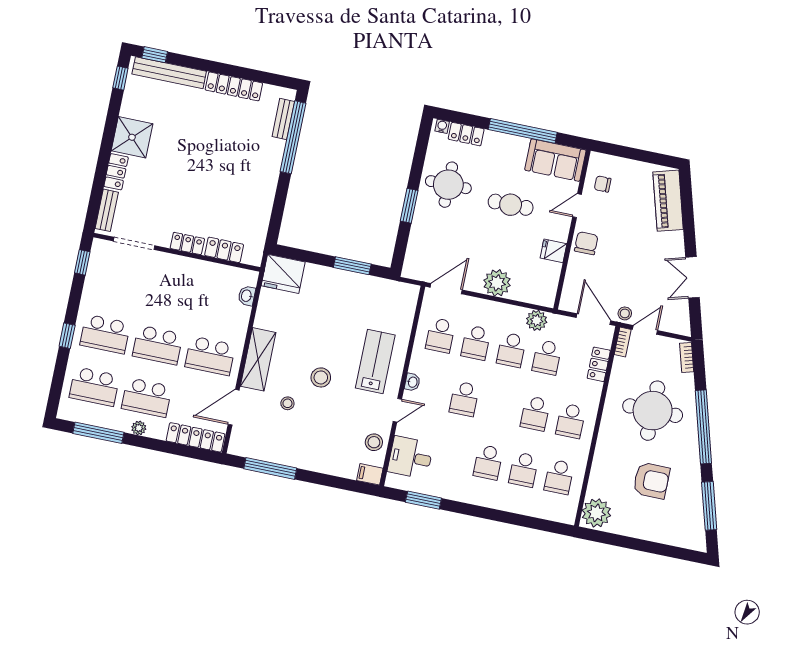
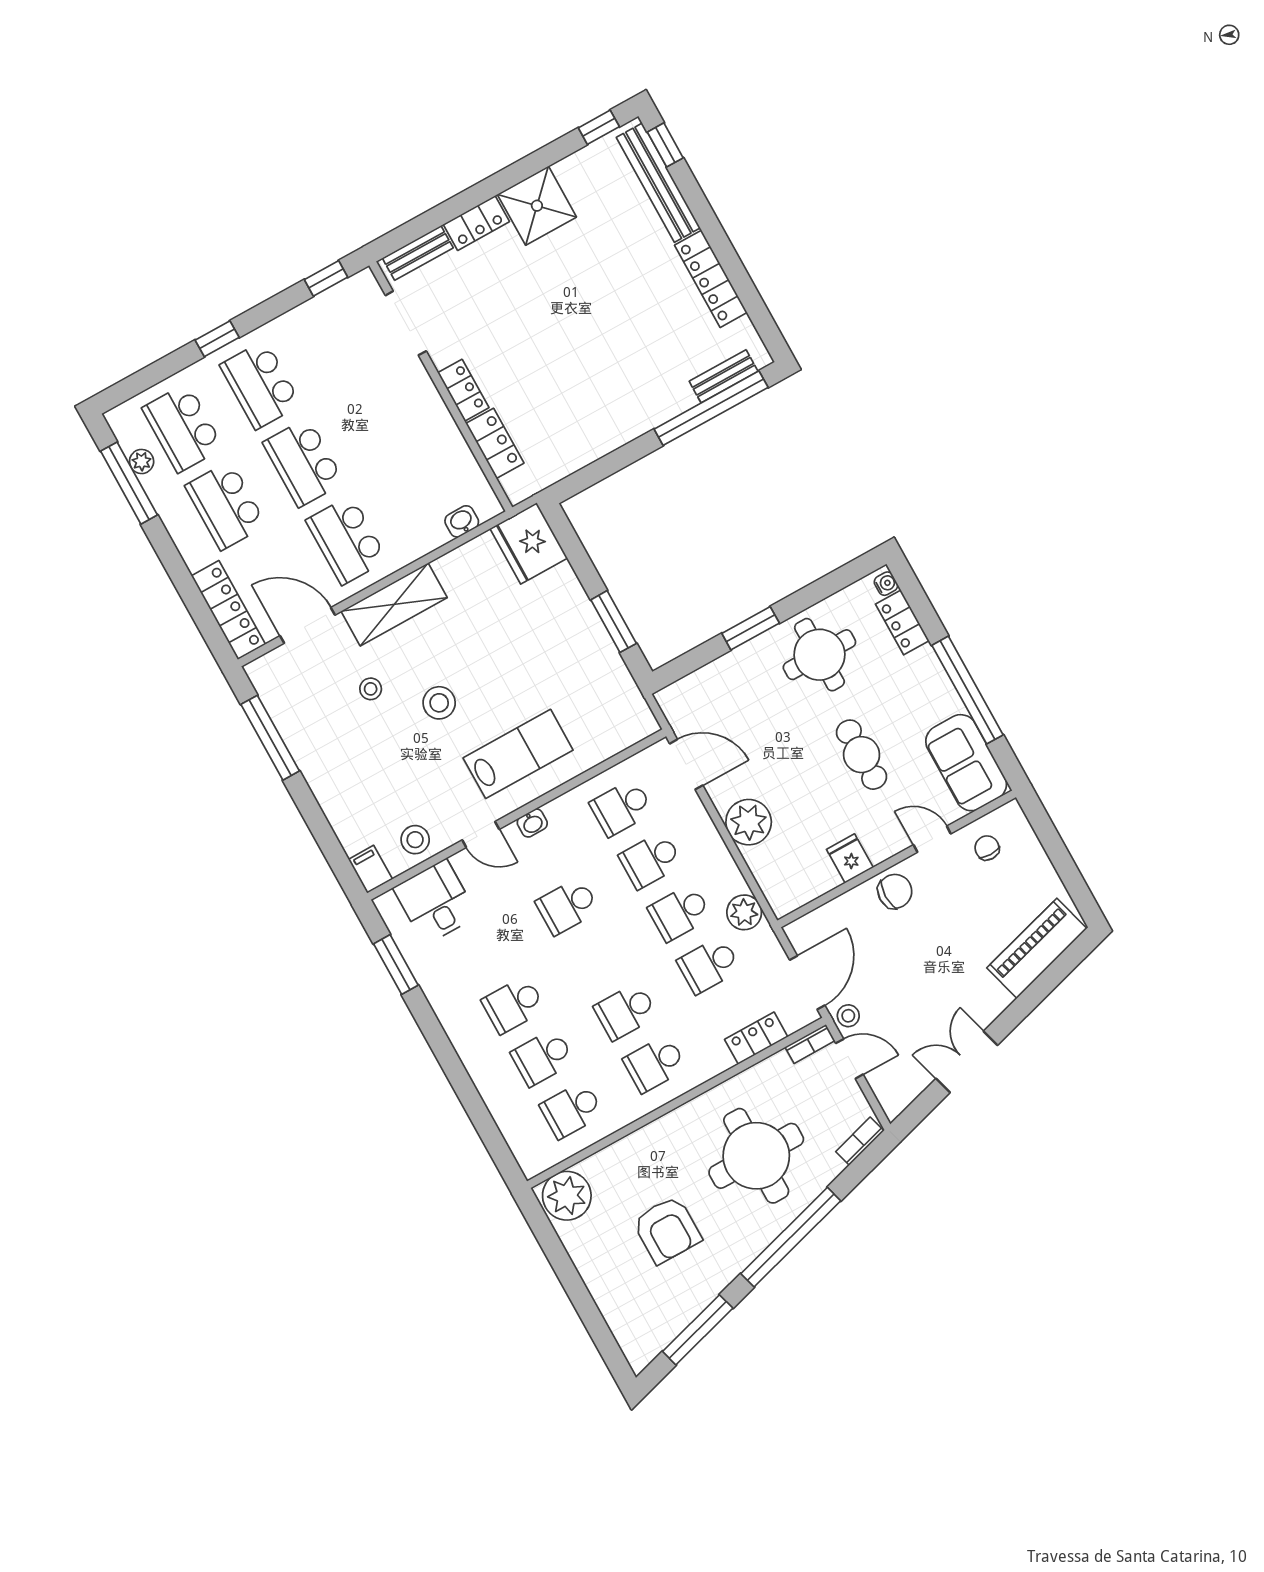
plant: (139, 428) -> (142, 461), moved

